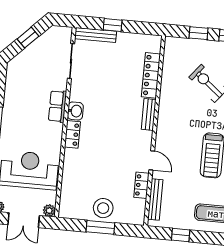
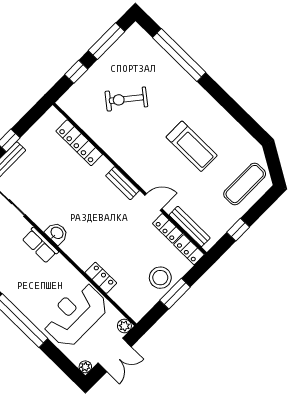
bench: (149, 114) -> (123, 183), moved
locker: (72, 134) -> (101, 278), moved
locker: (139, 212) -> (189, 250), added

